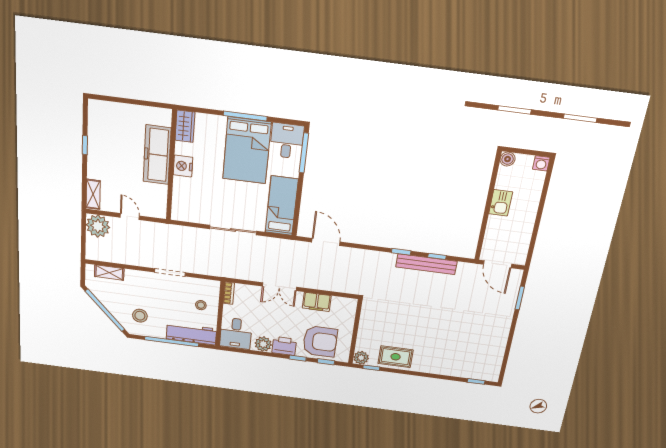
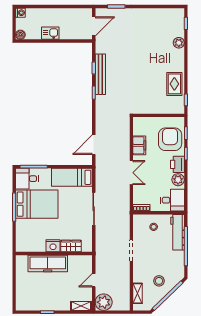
wardrobe: (185, 126) -> (71, 246), moved
stool: (140, 316) -> (159, 281), moved
plant: (361, 358) -> (179, 43), moved

